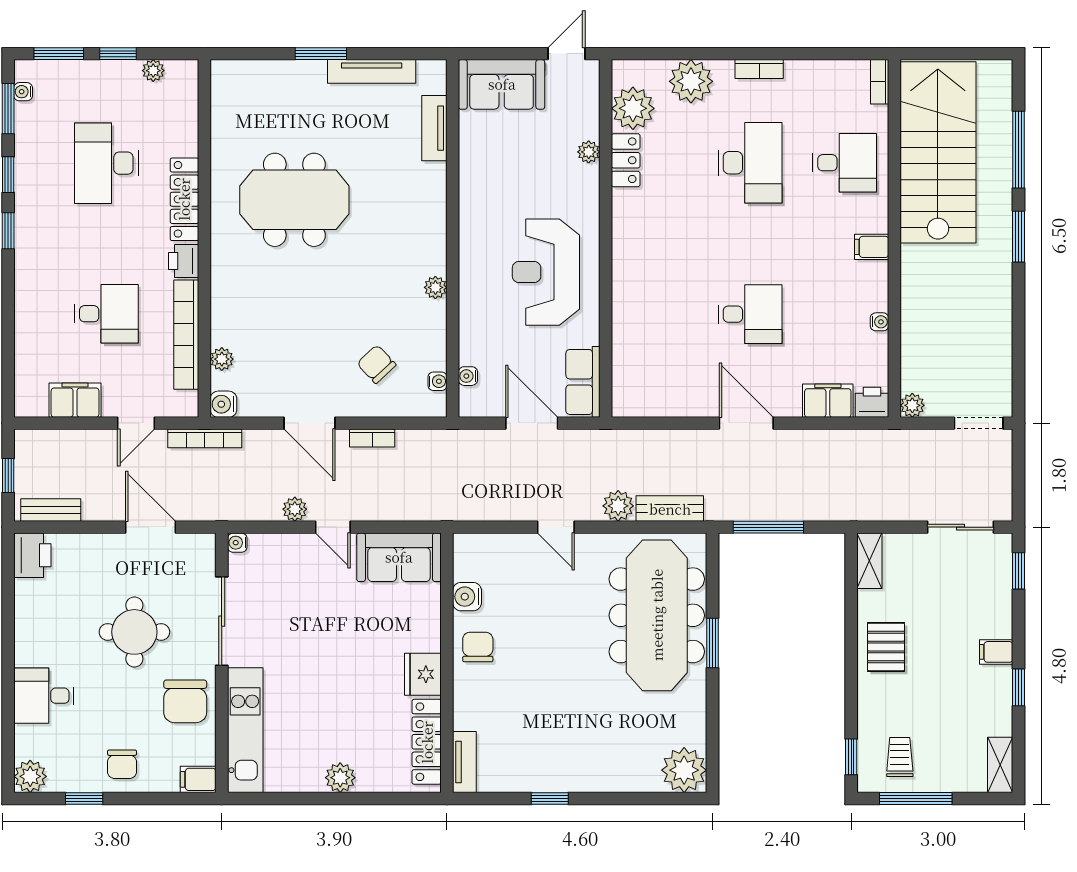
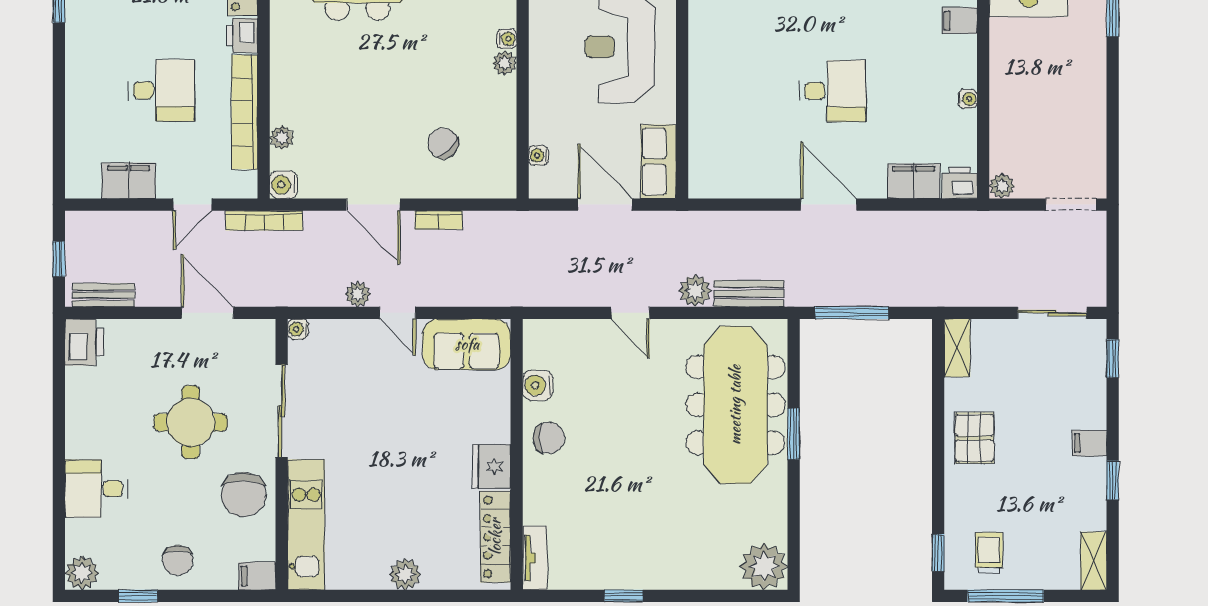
water cooler: (437, 381) -> (507, 39), moved
chair: (478, 647) -> (549, 438), turned 90

